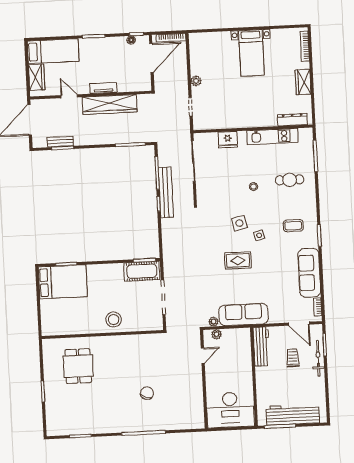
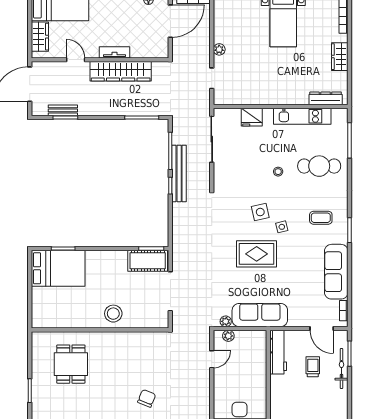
cafe table: (290, 180) -> (319, 166), width x1.37, depth x1.35
rug: (238, 260) -> (257, 254), width x1.36, depth x1.43

